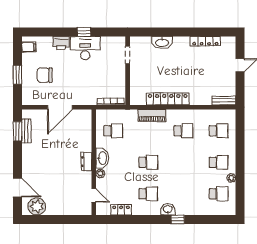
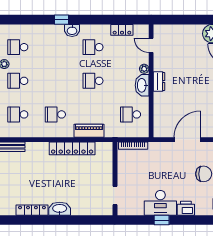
washbasin: (162, 42) -> (60, 209), moved

